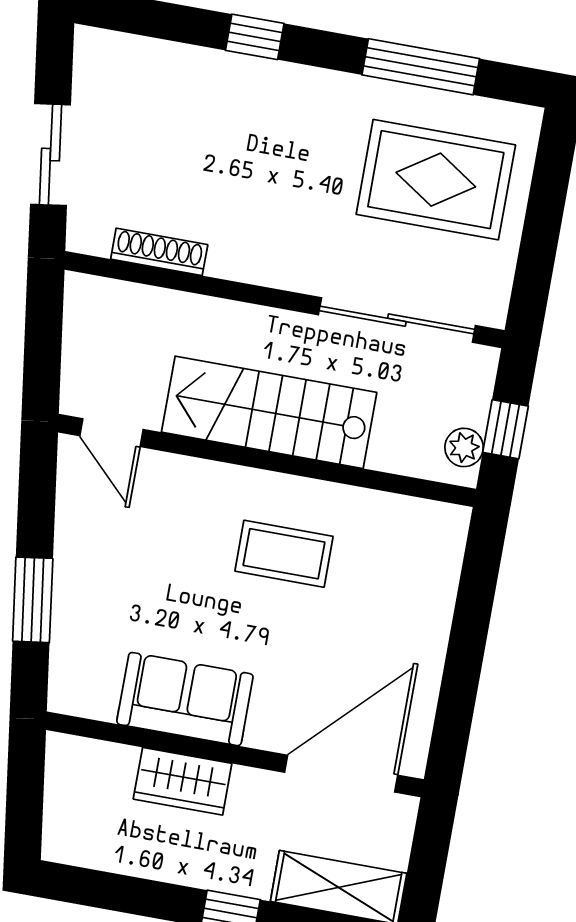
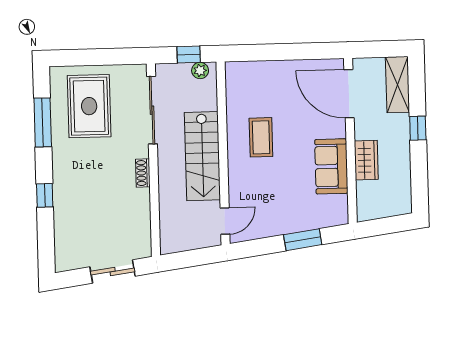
shoe rack: (159, 252) -> (143, 173), moved, width x0.70

